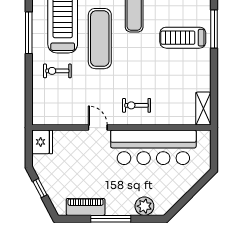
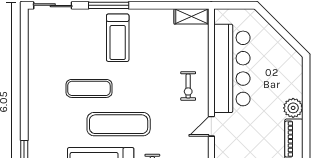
plant: (144, 206) -> (293, 108), moved
window: (111, 219) -> (306, 113), removed

